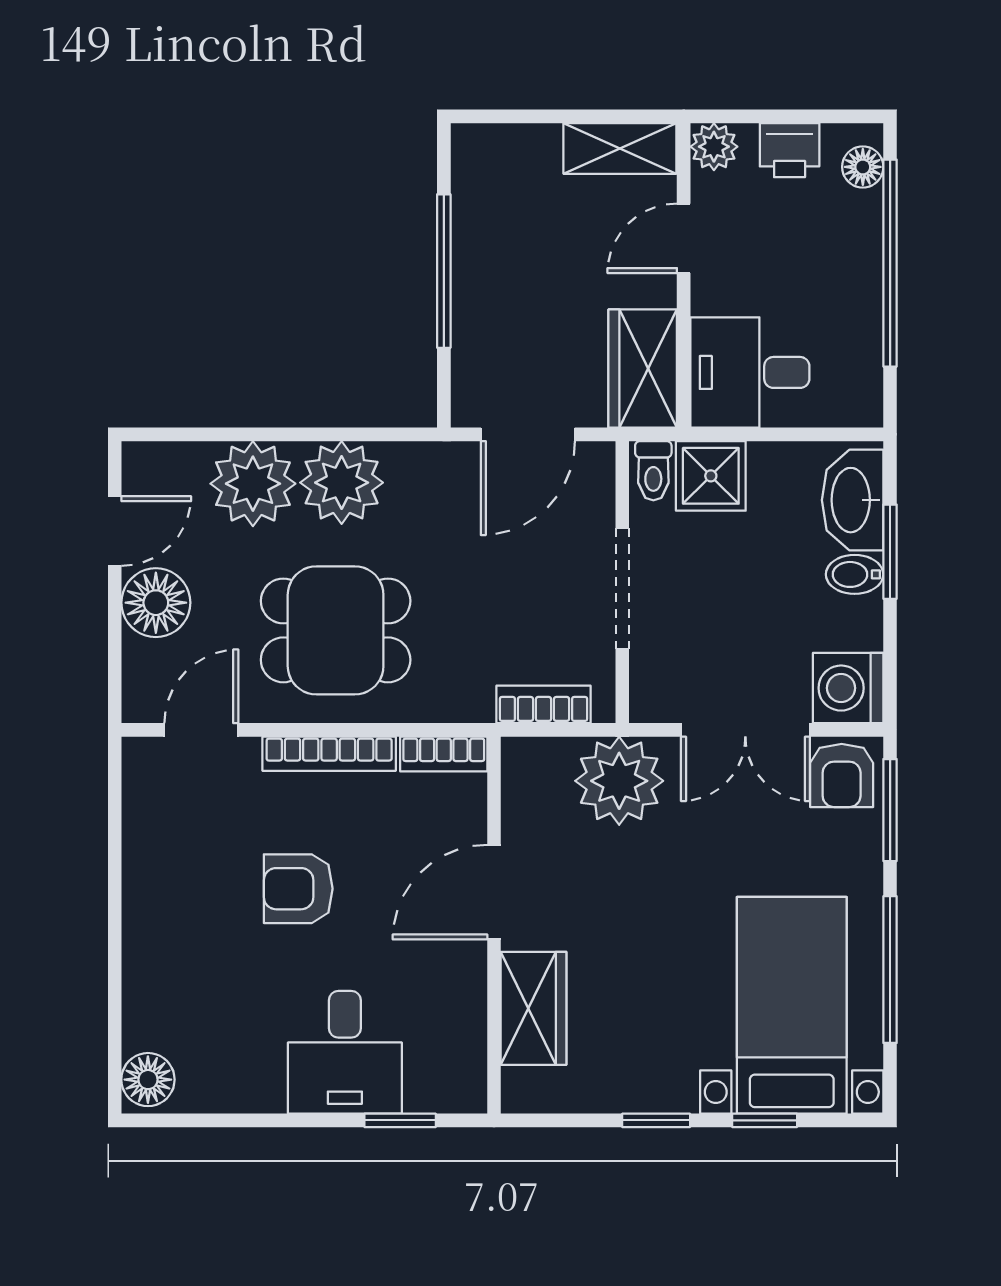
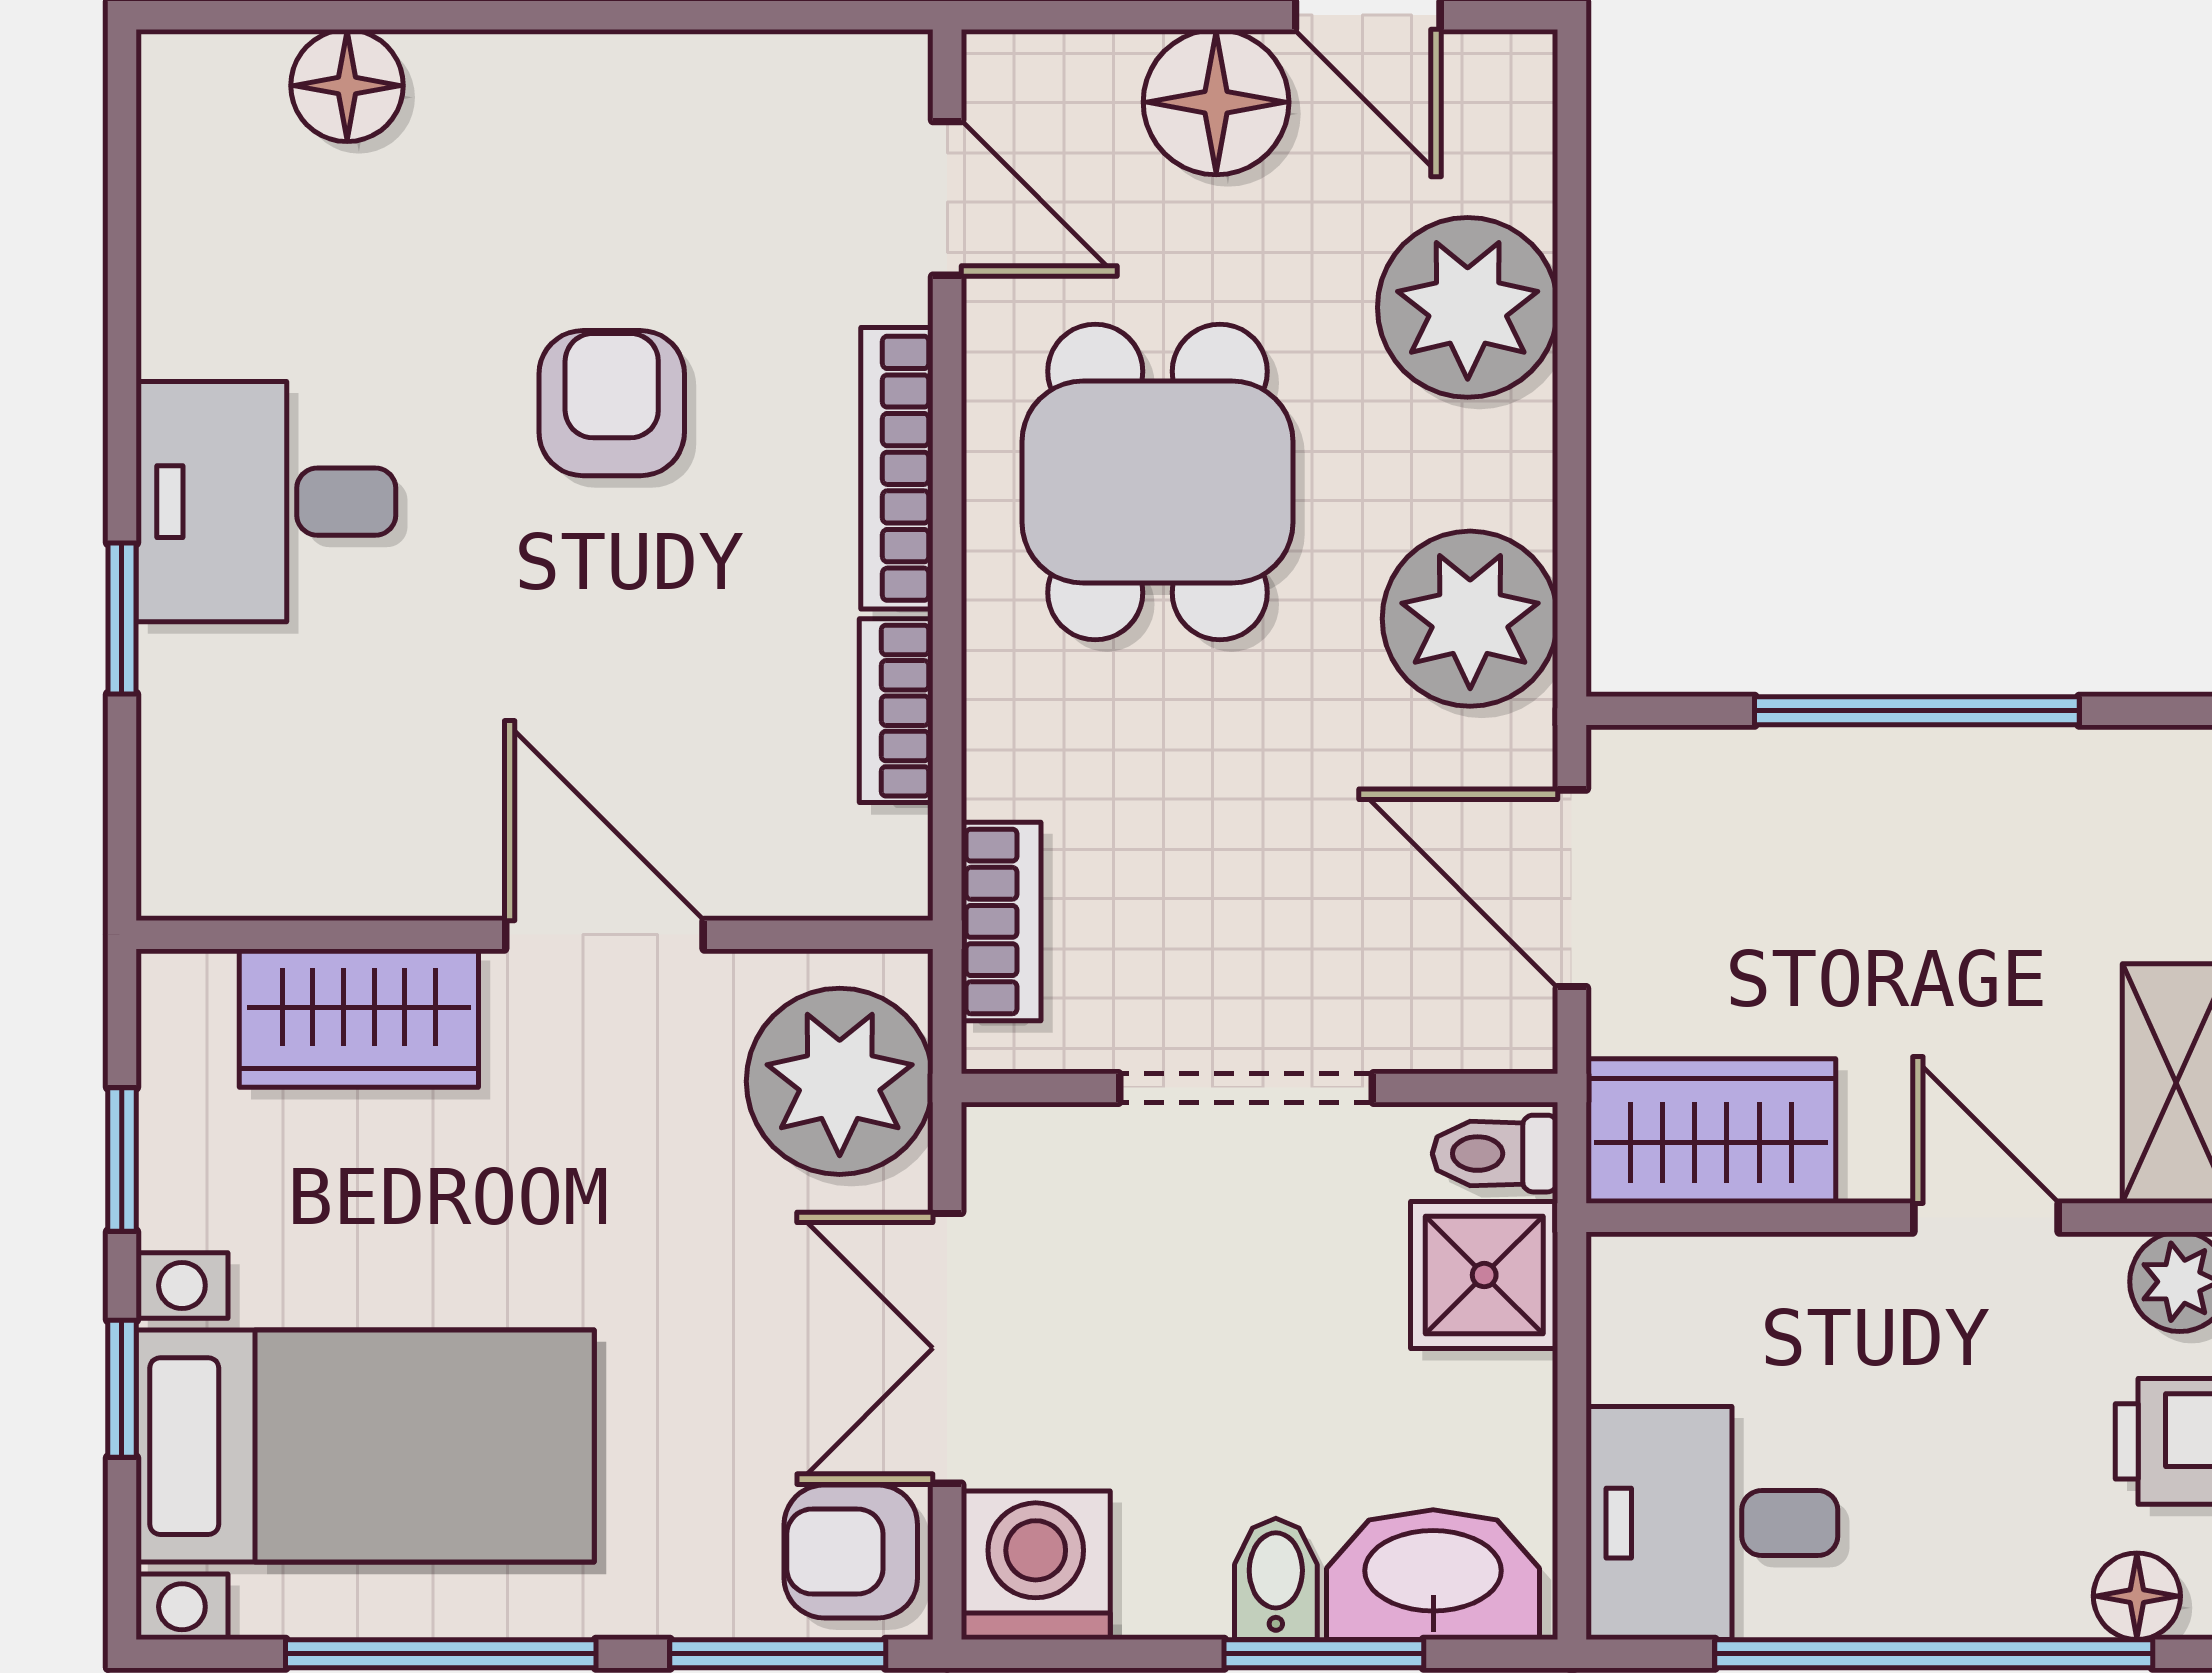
desk: (750, 372) -> (1712, 1523), moved, turned -90
plant: (342, 483) -> (1470, 619), moved
door: (494, 892) -> (604, 935), moved
wall: (494, 925) -> (535, 935), moved
wardrobe: (533, 1008) -> (359, 1018), moved
floor lamp: (148, 1080) -> (347, 86), moved

